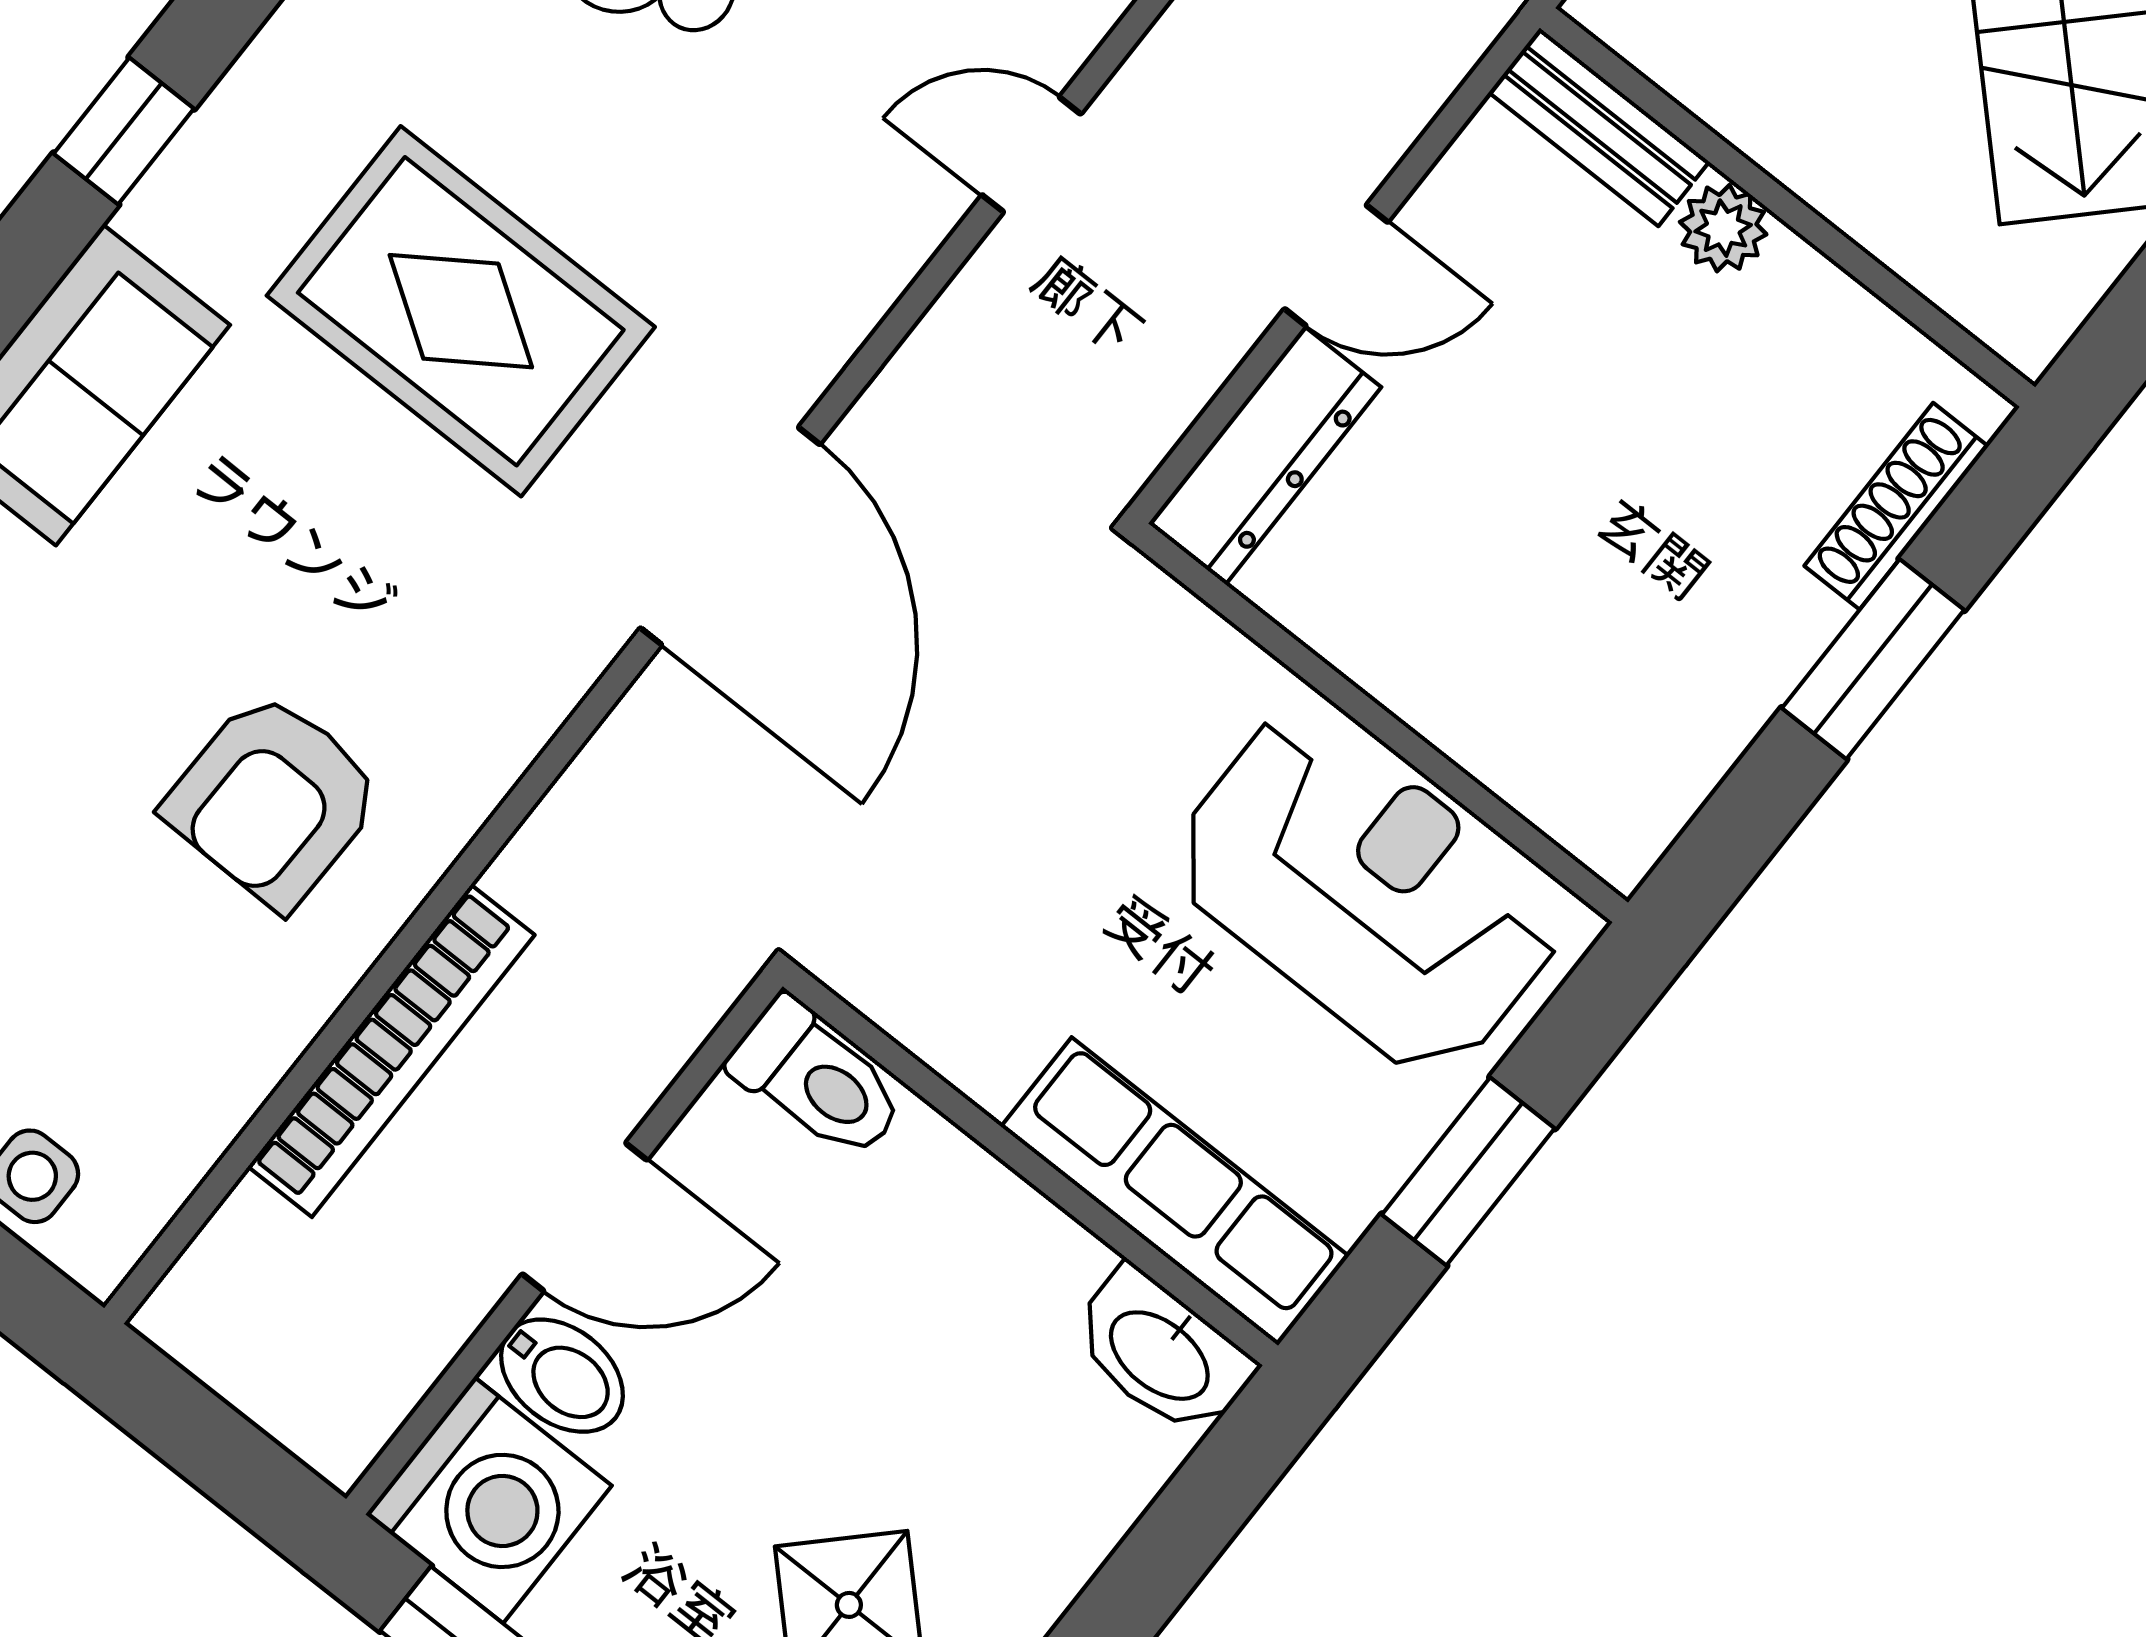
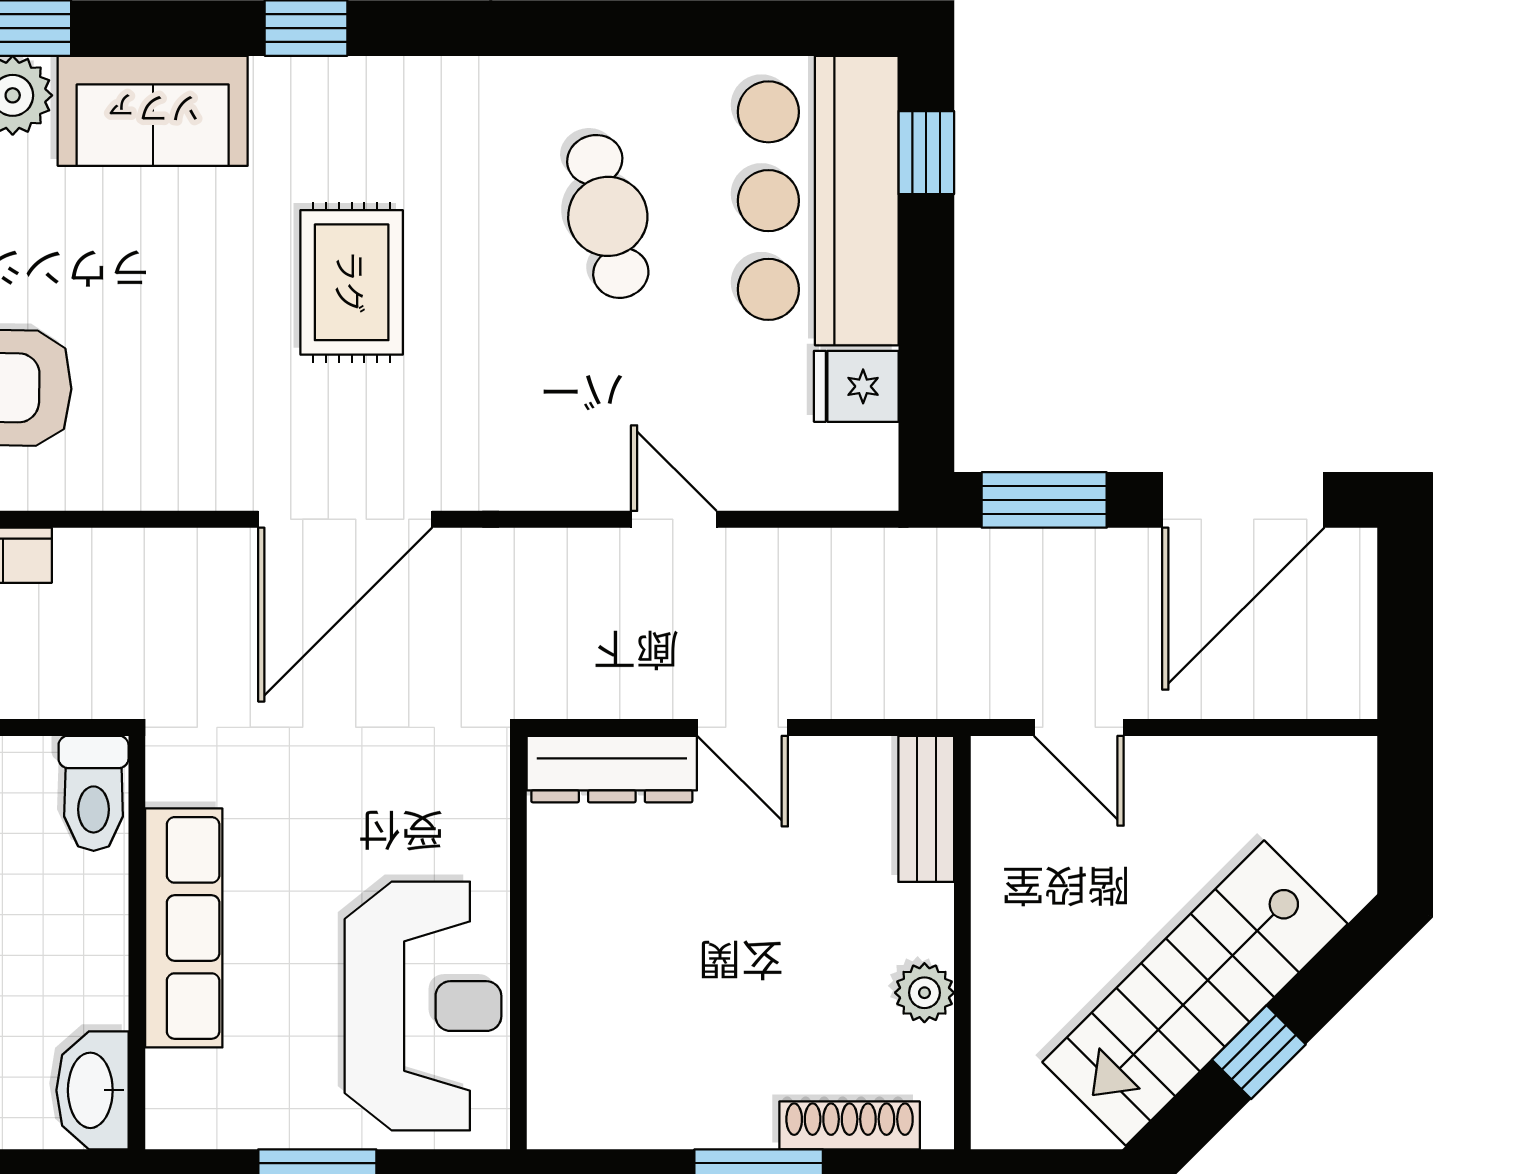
plant: (1723, 228) -> (924, 993), moved
rug: (461, 311) -> (352, 282), width x0.73, depth x0.70
row of seats: (1175, 1191) -> (184, 928), moved

